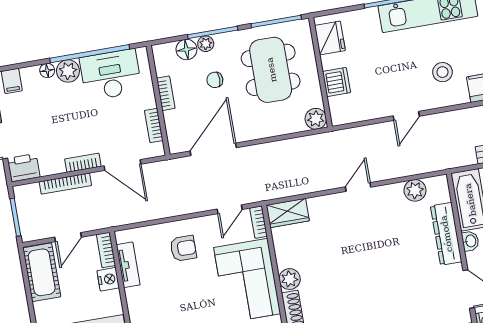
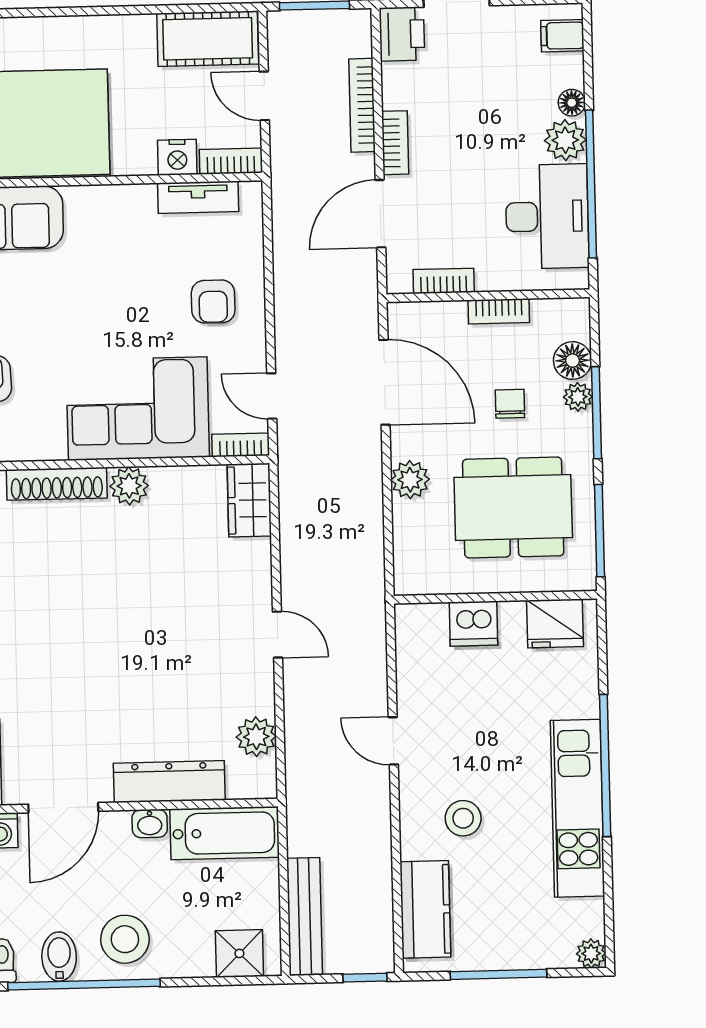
plant: (316, 119) -> (410, 480), moved

